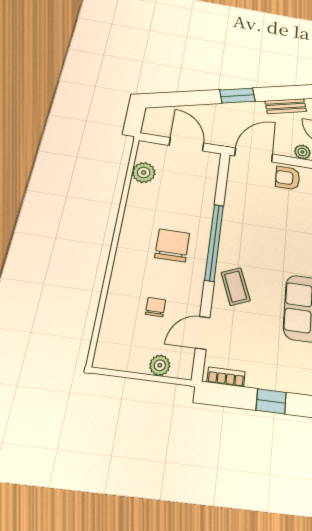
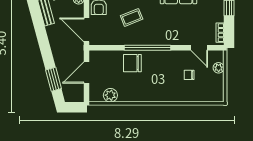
window: (237, 96) -> (53, 79), moved
chair: (172, 245) -> (132, 63), moved
coffee table: (236, 287) -> (132, 17), moved

